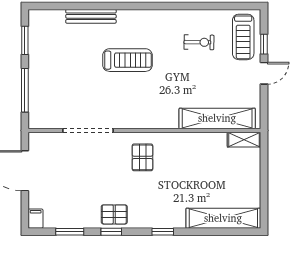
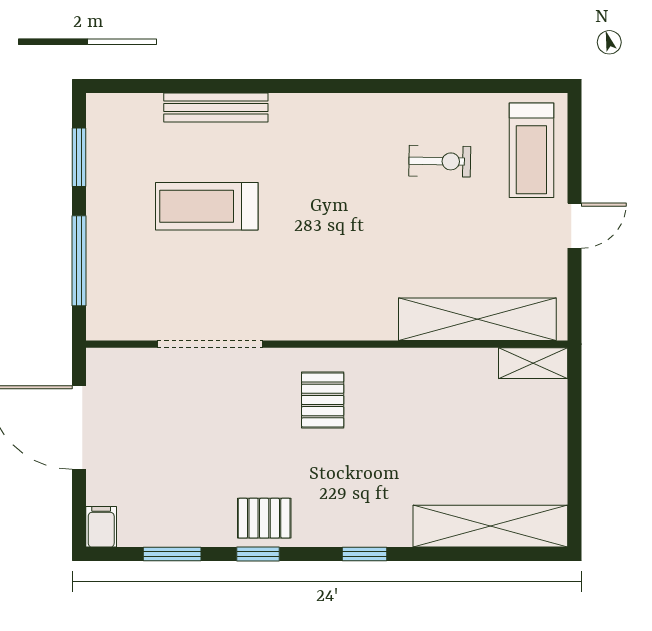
window: (264, 44) -> (575, 165), removed
treadmill: (127, 60) -> (207, 206), moved, turned 180

